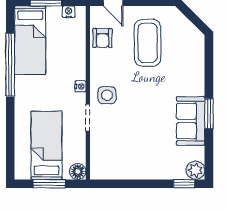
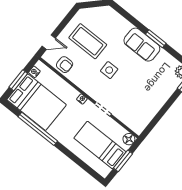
bed: (30, 40) -> (37, 102), width x1.50
side table: (107, 95) -> (109, 70), moved
sofa: (191, 121) -> (142, 45), moved

